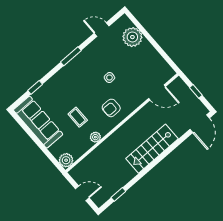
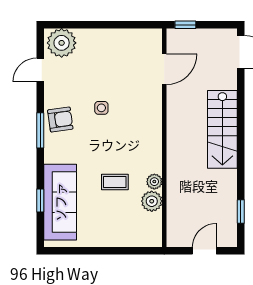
plant: (132, 37) -> (62, 43), moved
window: (196, 91) -> (185, 25), moved
armchair: (111, 108) -> (60, 119), moved, turned -98
sofa: (38, 122) -> (60, 202), moved, turned 90
plant: (66, 160) -> (152, 201), moved

